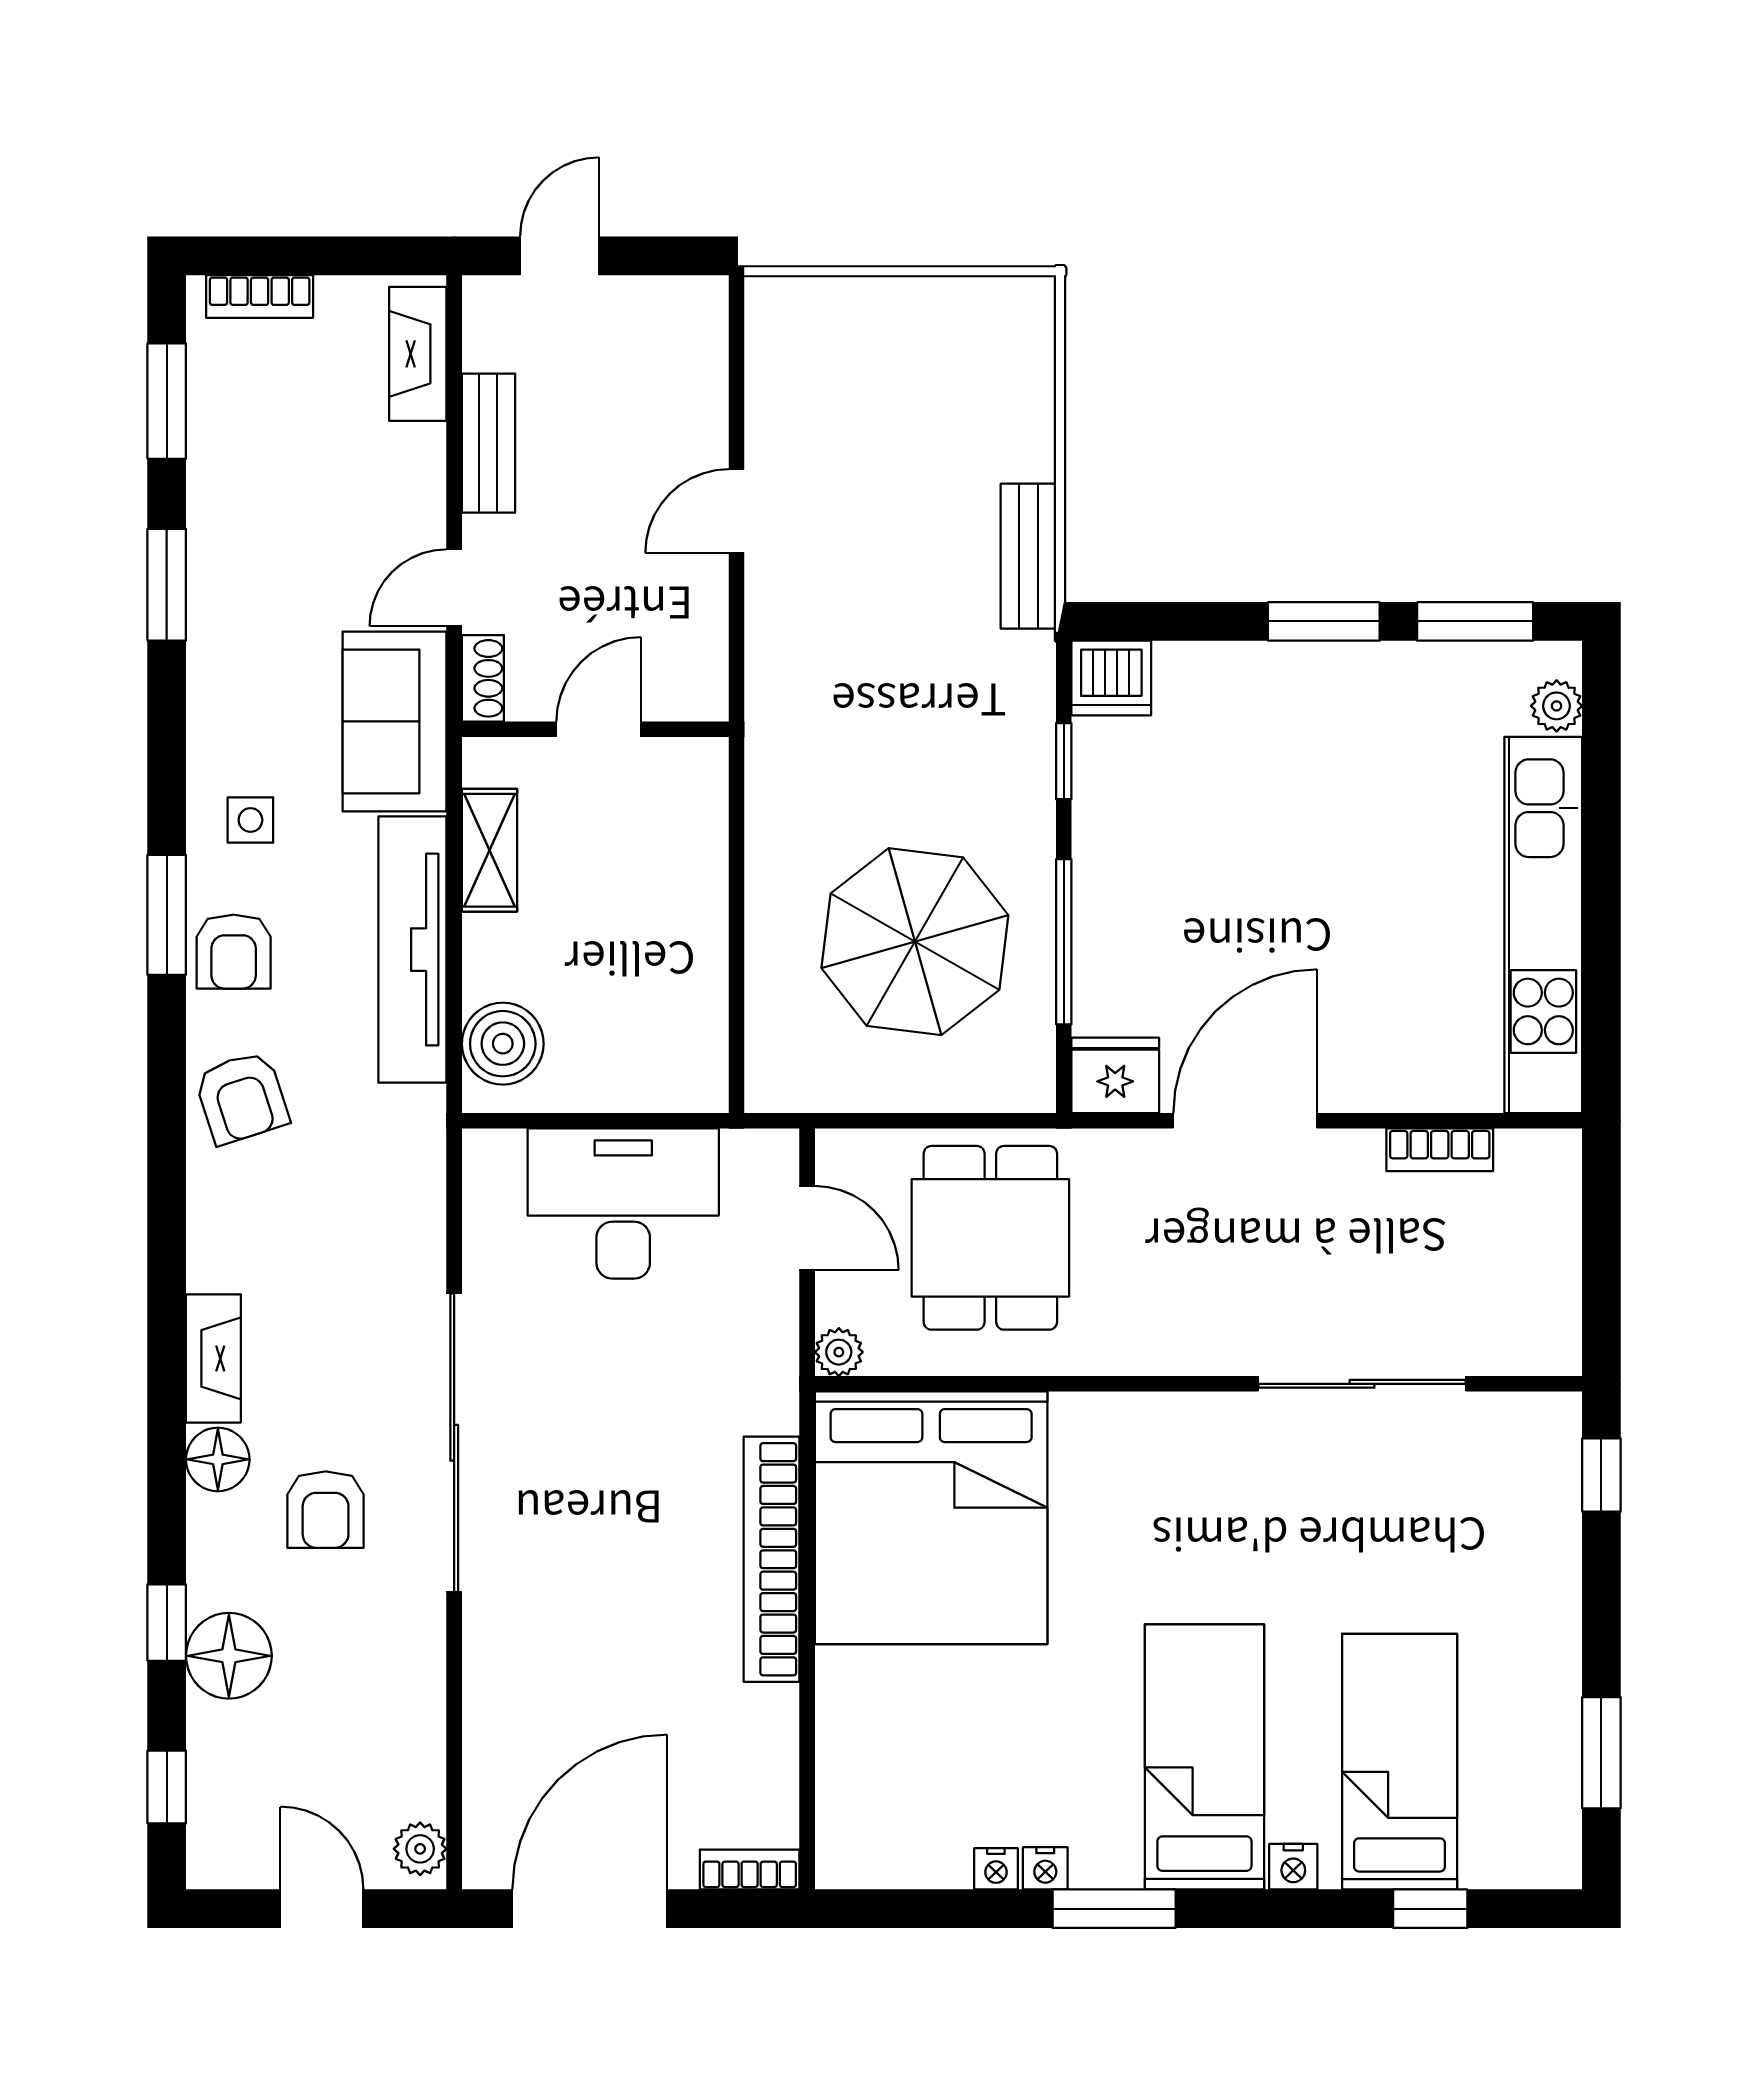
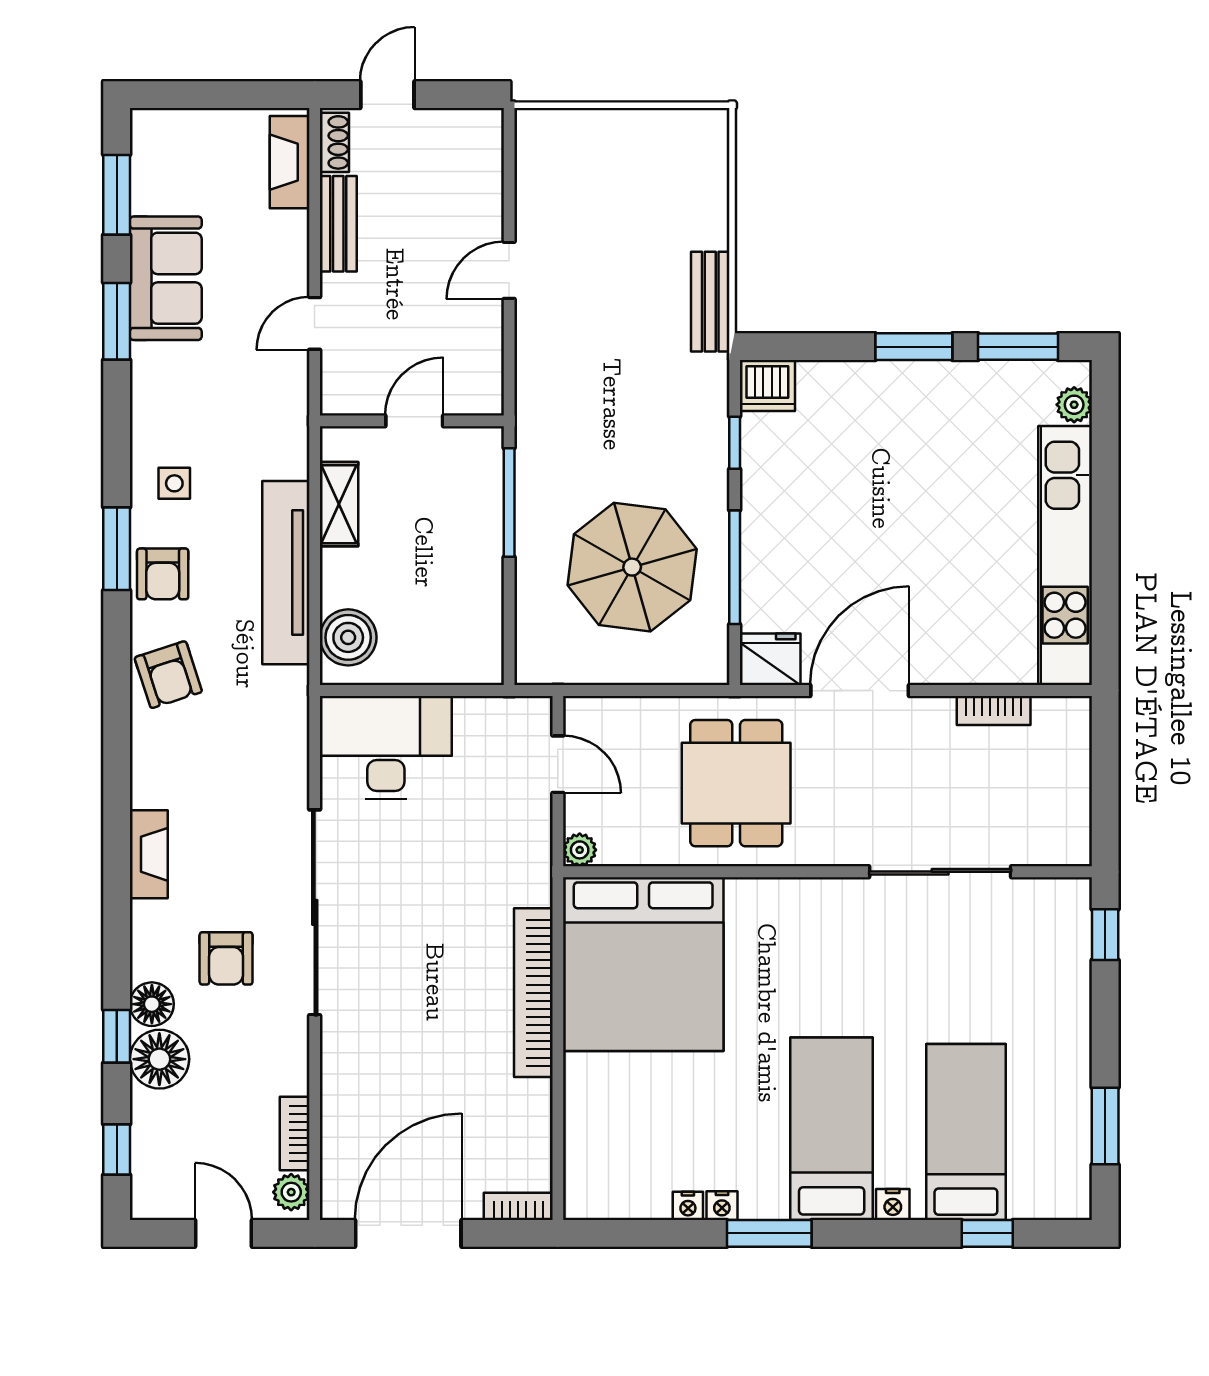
bookcase: (260, 296) -> (295, 1134), moved, turned 90
shoe rack: (483, 678) -> (334, 142), moved
sofa: (395, 721) -> (166, 278), moved, turned 180
window: (737, 848) -> (509, 503), added
desk: (623, 1204) -> (386, 748), moved
dining table: (990, 1238) -> (736, 783), moved
floor lamp: (218, 1459) -> (152, 1004), moved

